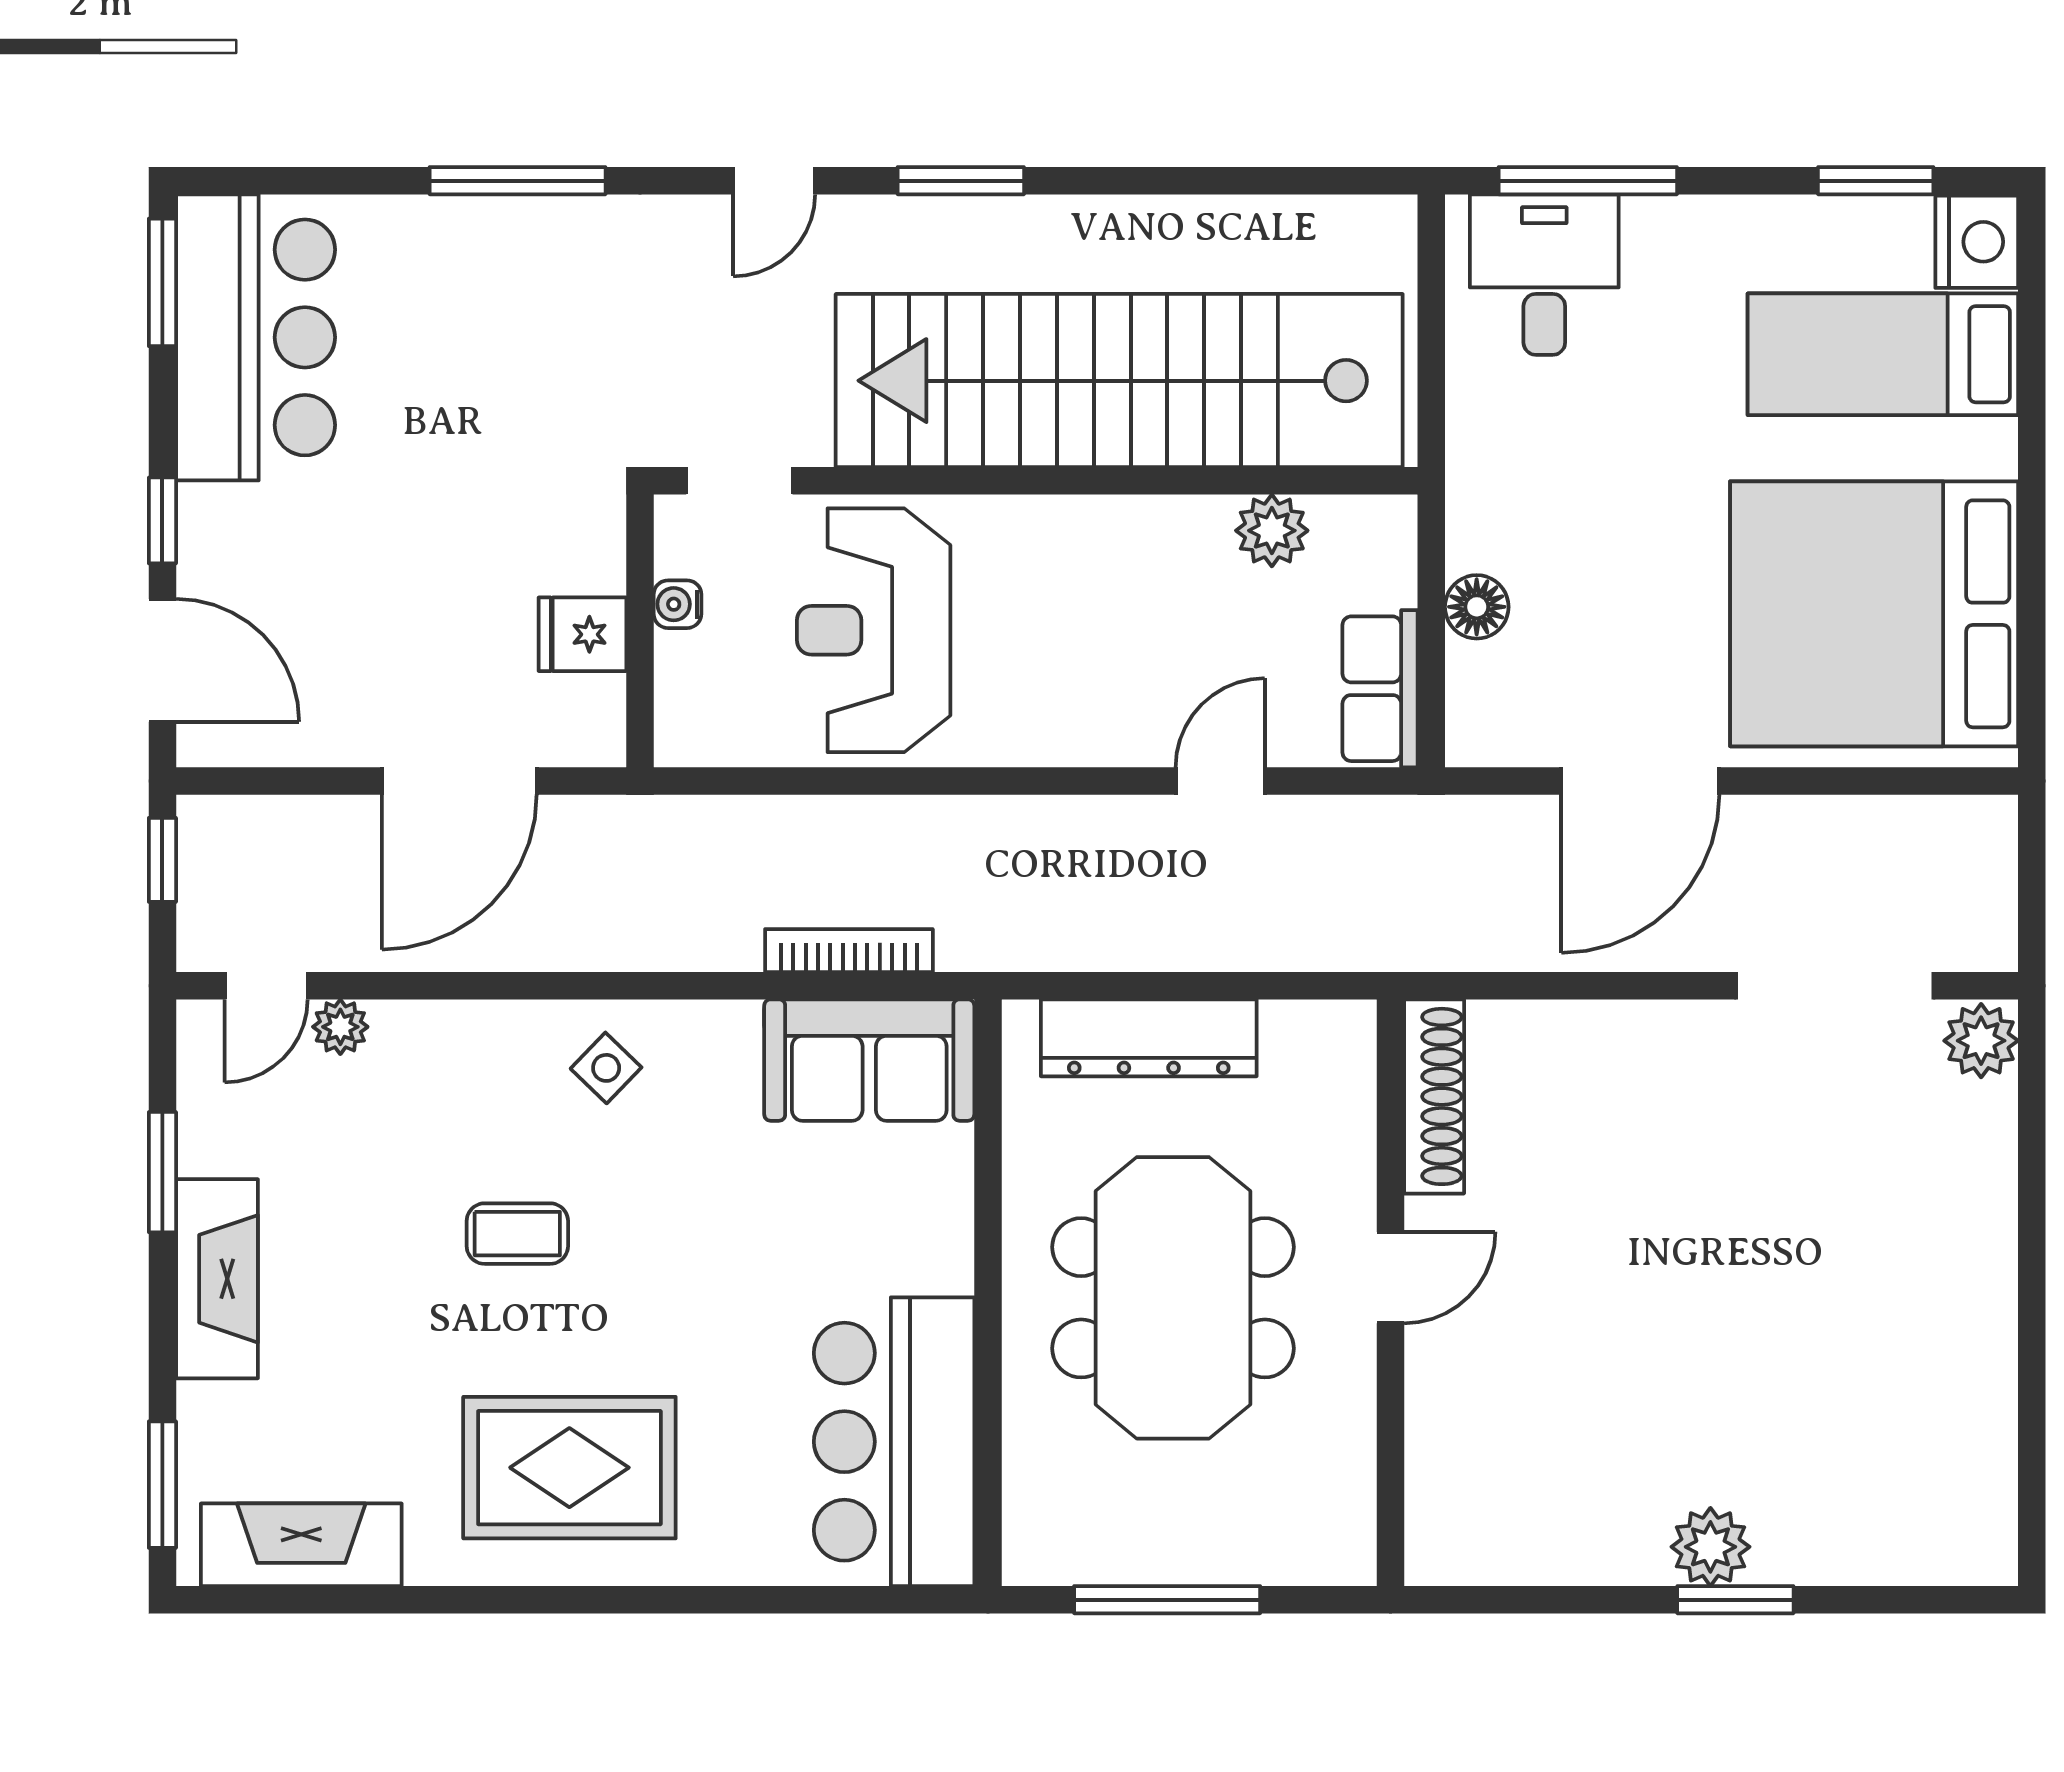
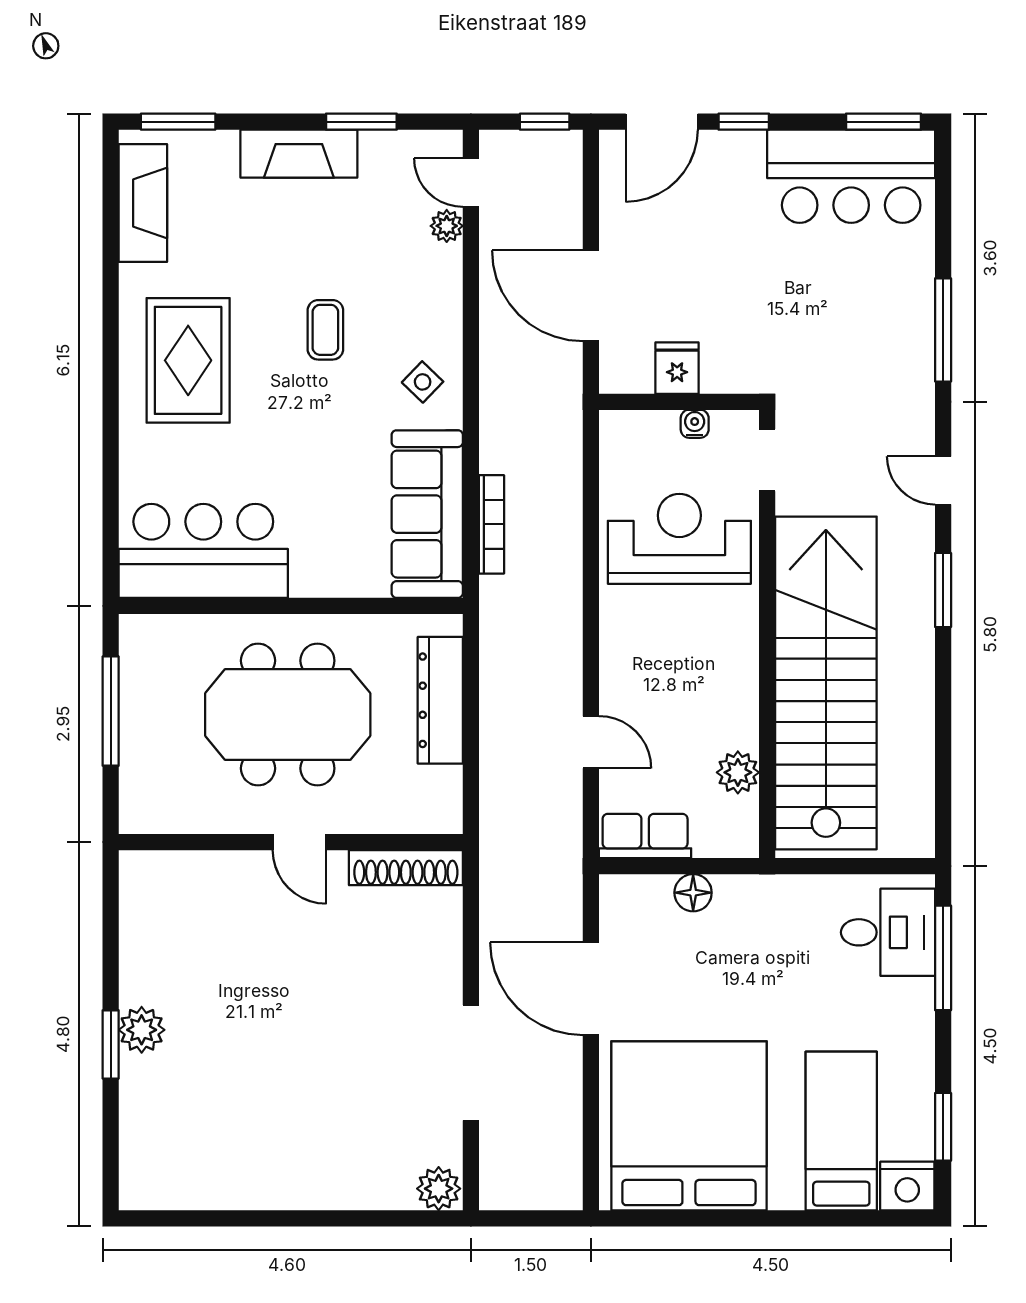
doorway: (1835, 986) -> (471, 1063), moved
sofa: (869, 1060) -> (427, 514), width x1.36

